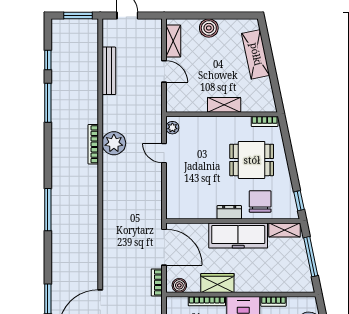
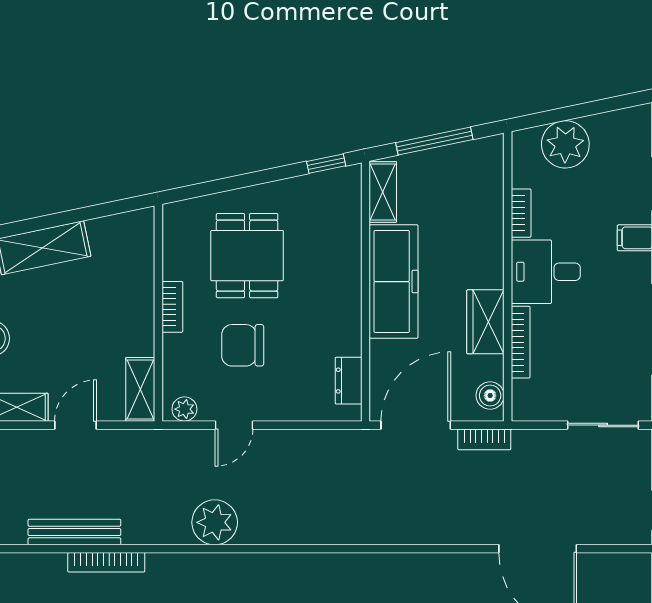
shelving: (224, 105) -> (140, 389), moved
bookcase: (265, 121) -> (172, 307), moved
bookcase: (93, 144) -> (106, 562), moved
chair: (260, 201) -> (243, 345), moved
dresser: (229, 212) -> (349, 381), moved

